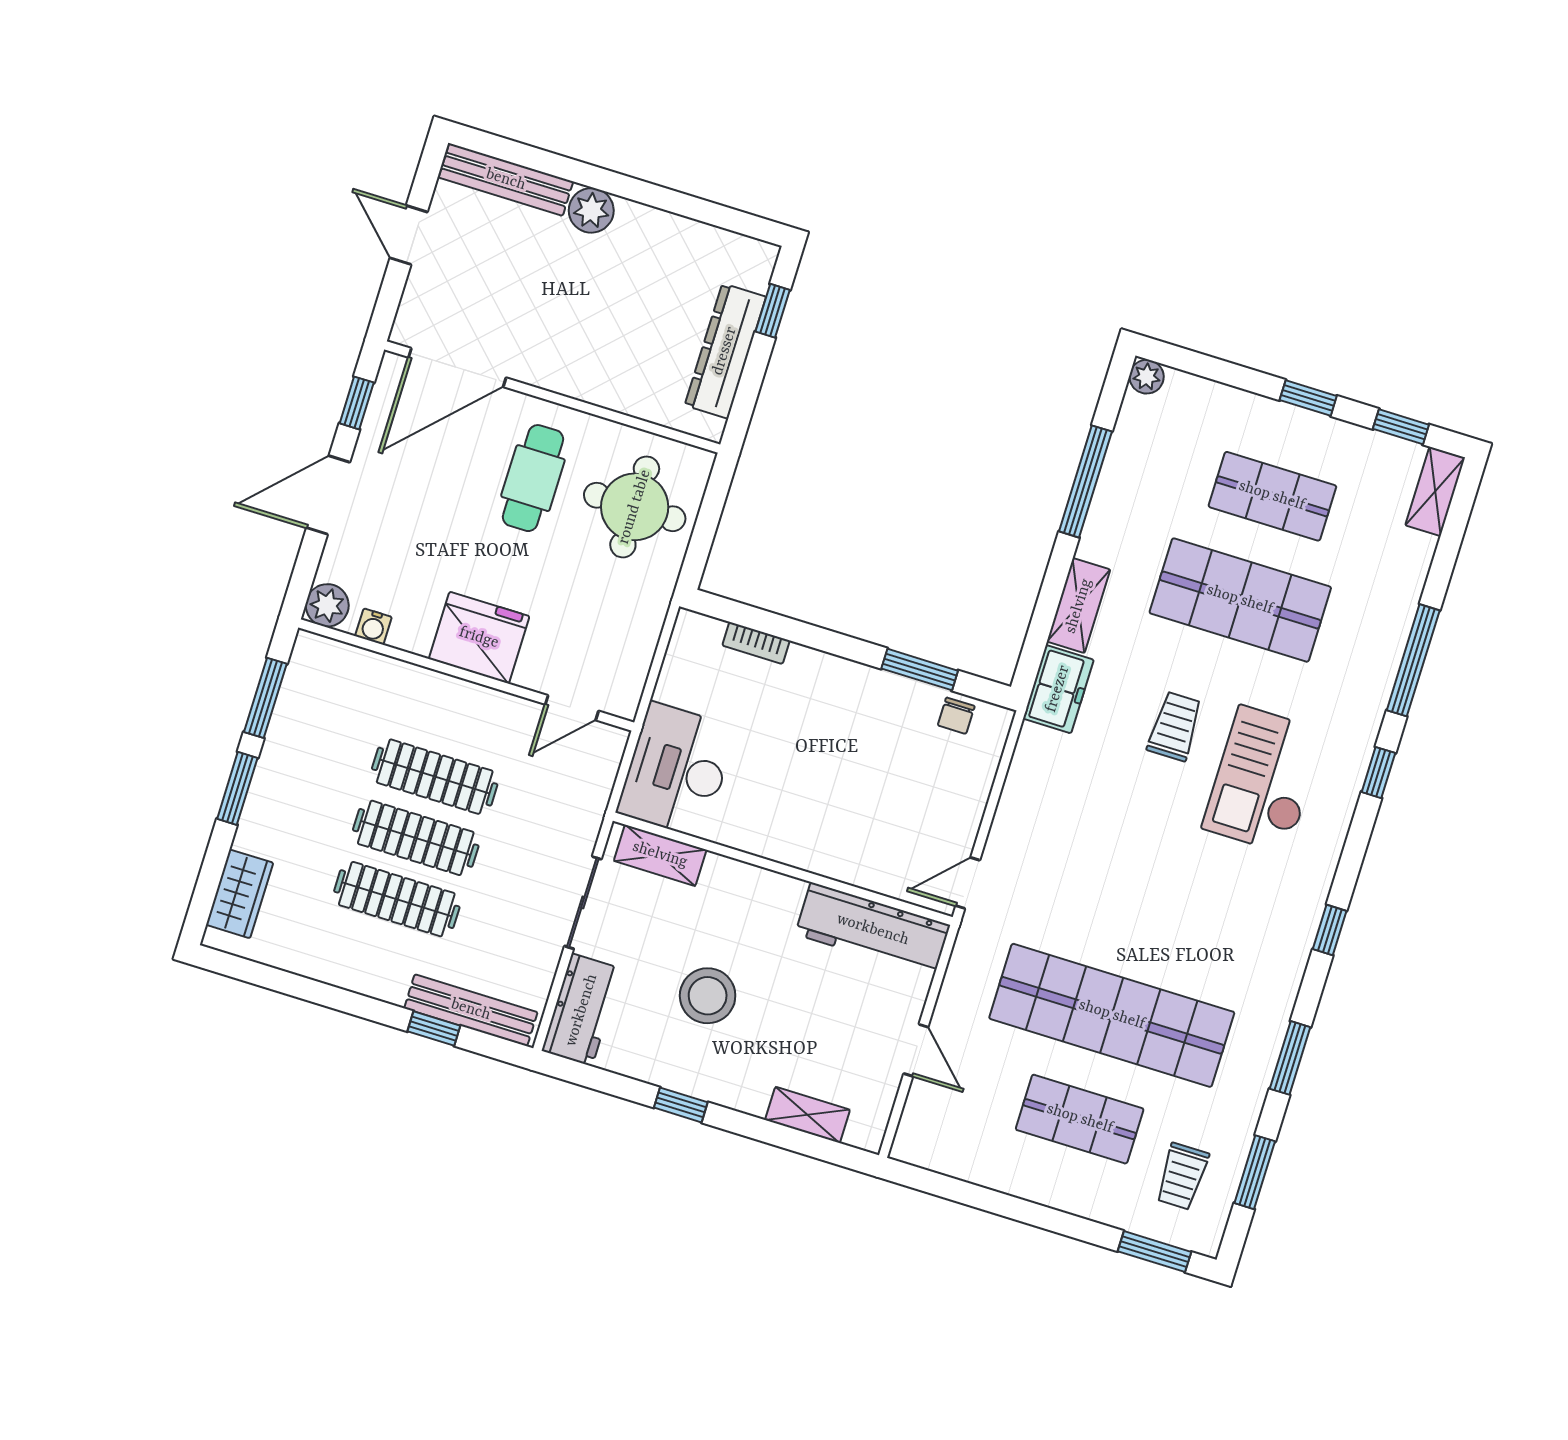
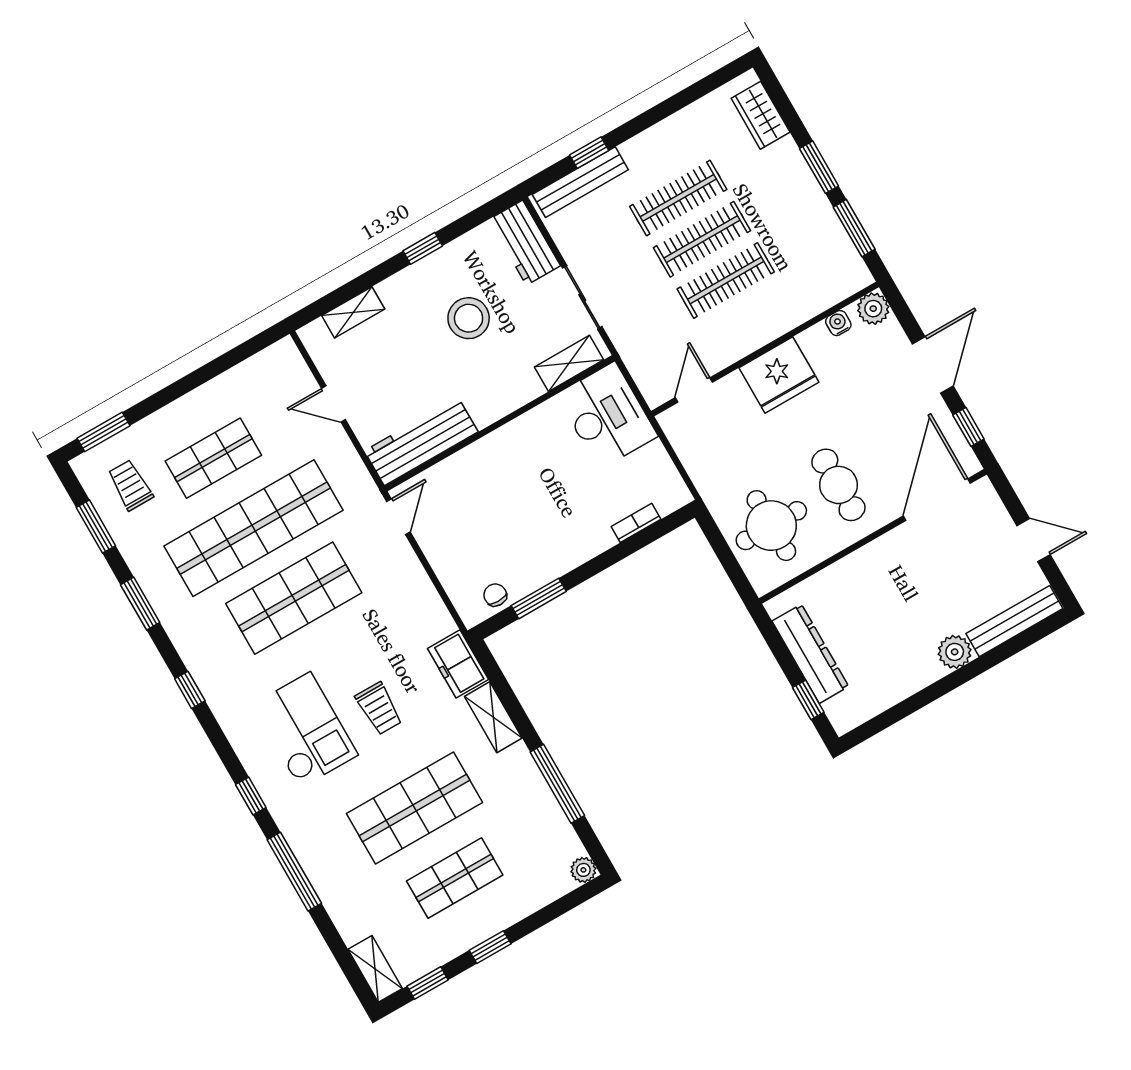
shop shelf: (1144, 911) -> (294, 598), added

